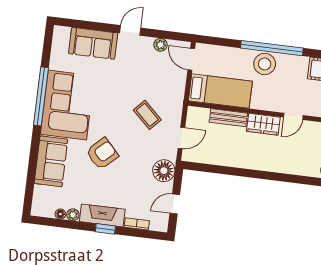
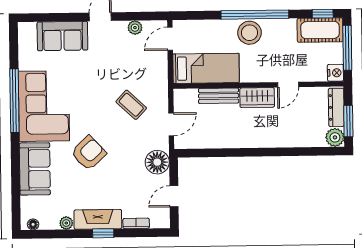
door: (191, 59) -> (170, 39), hinge flipped
floor lamp: (60, 214) -> (33, 224), moved

